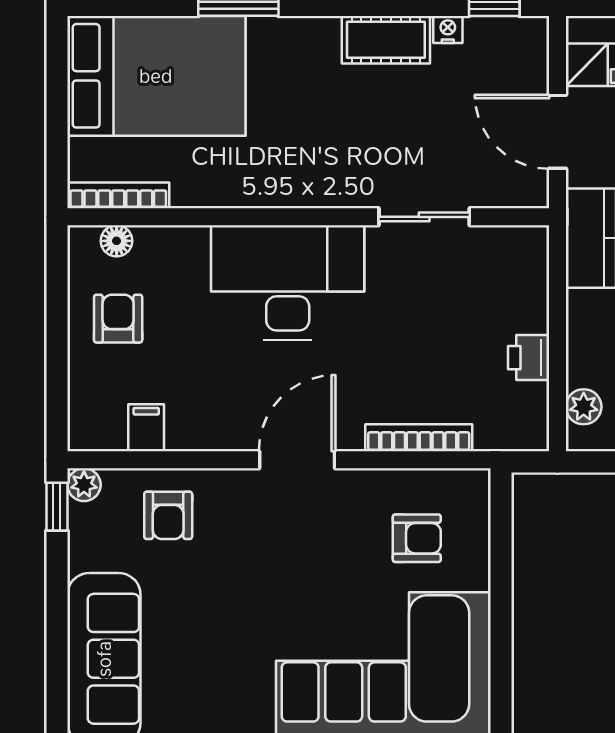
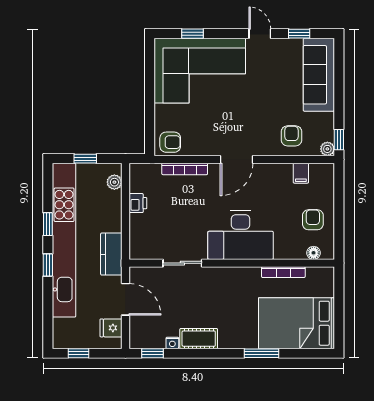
bookcase: (118, 195) -> (283, 272), moved
armchair: (118, 319) -> (313, 220), turned 180
armchair: (417, 538) -> (170, 142), moved, turned 180

